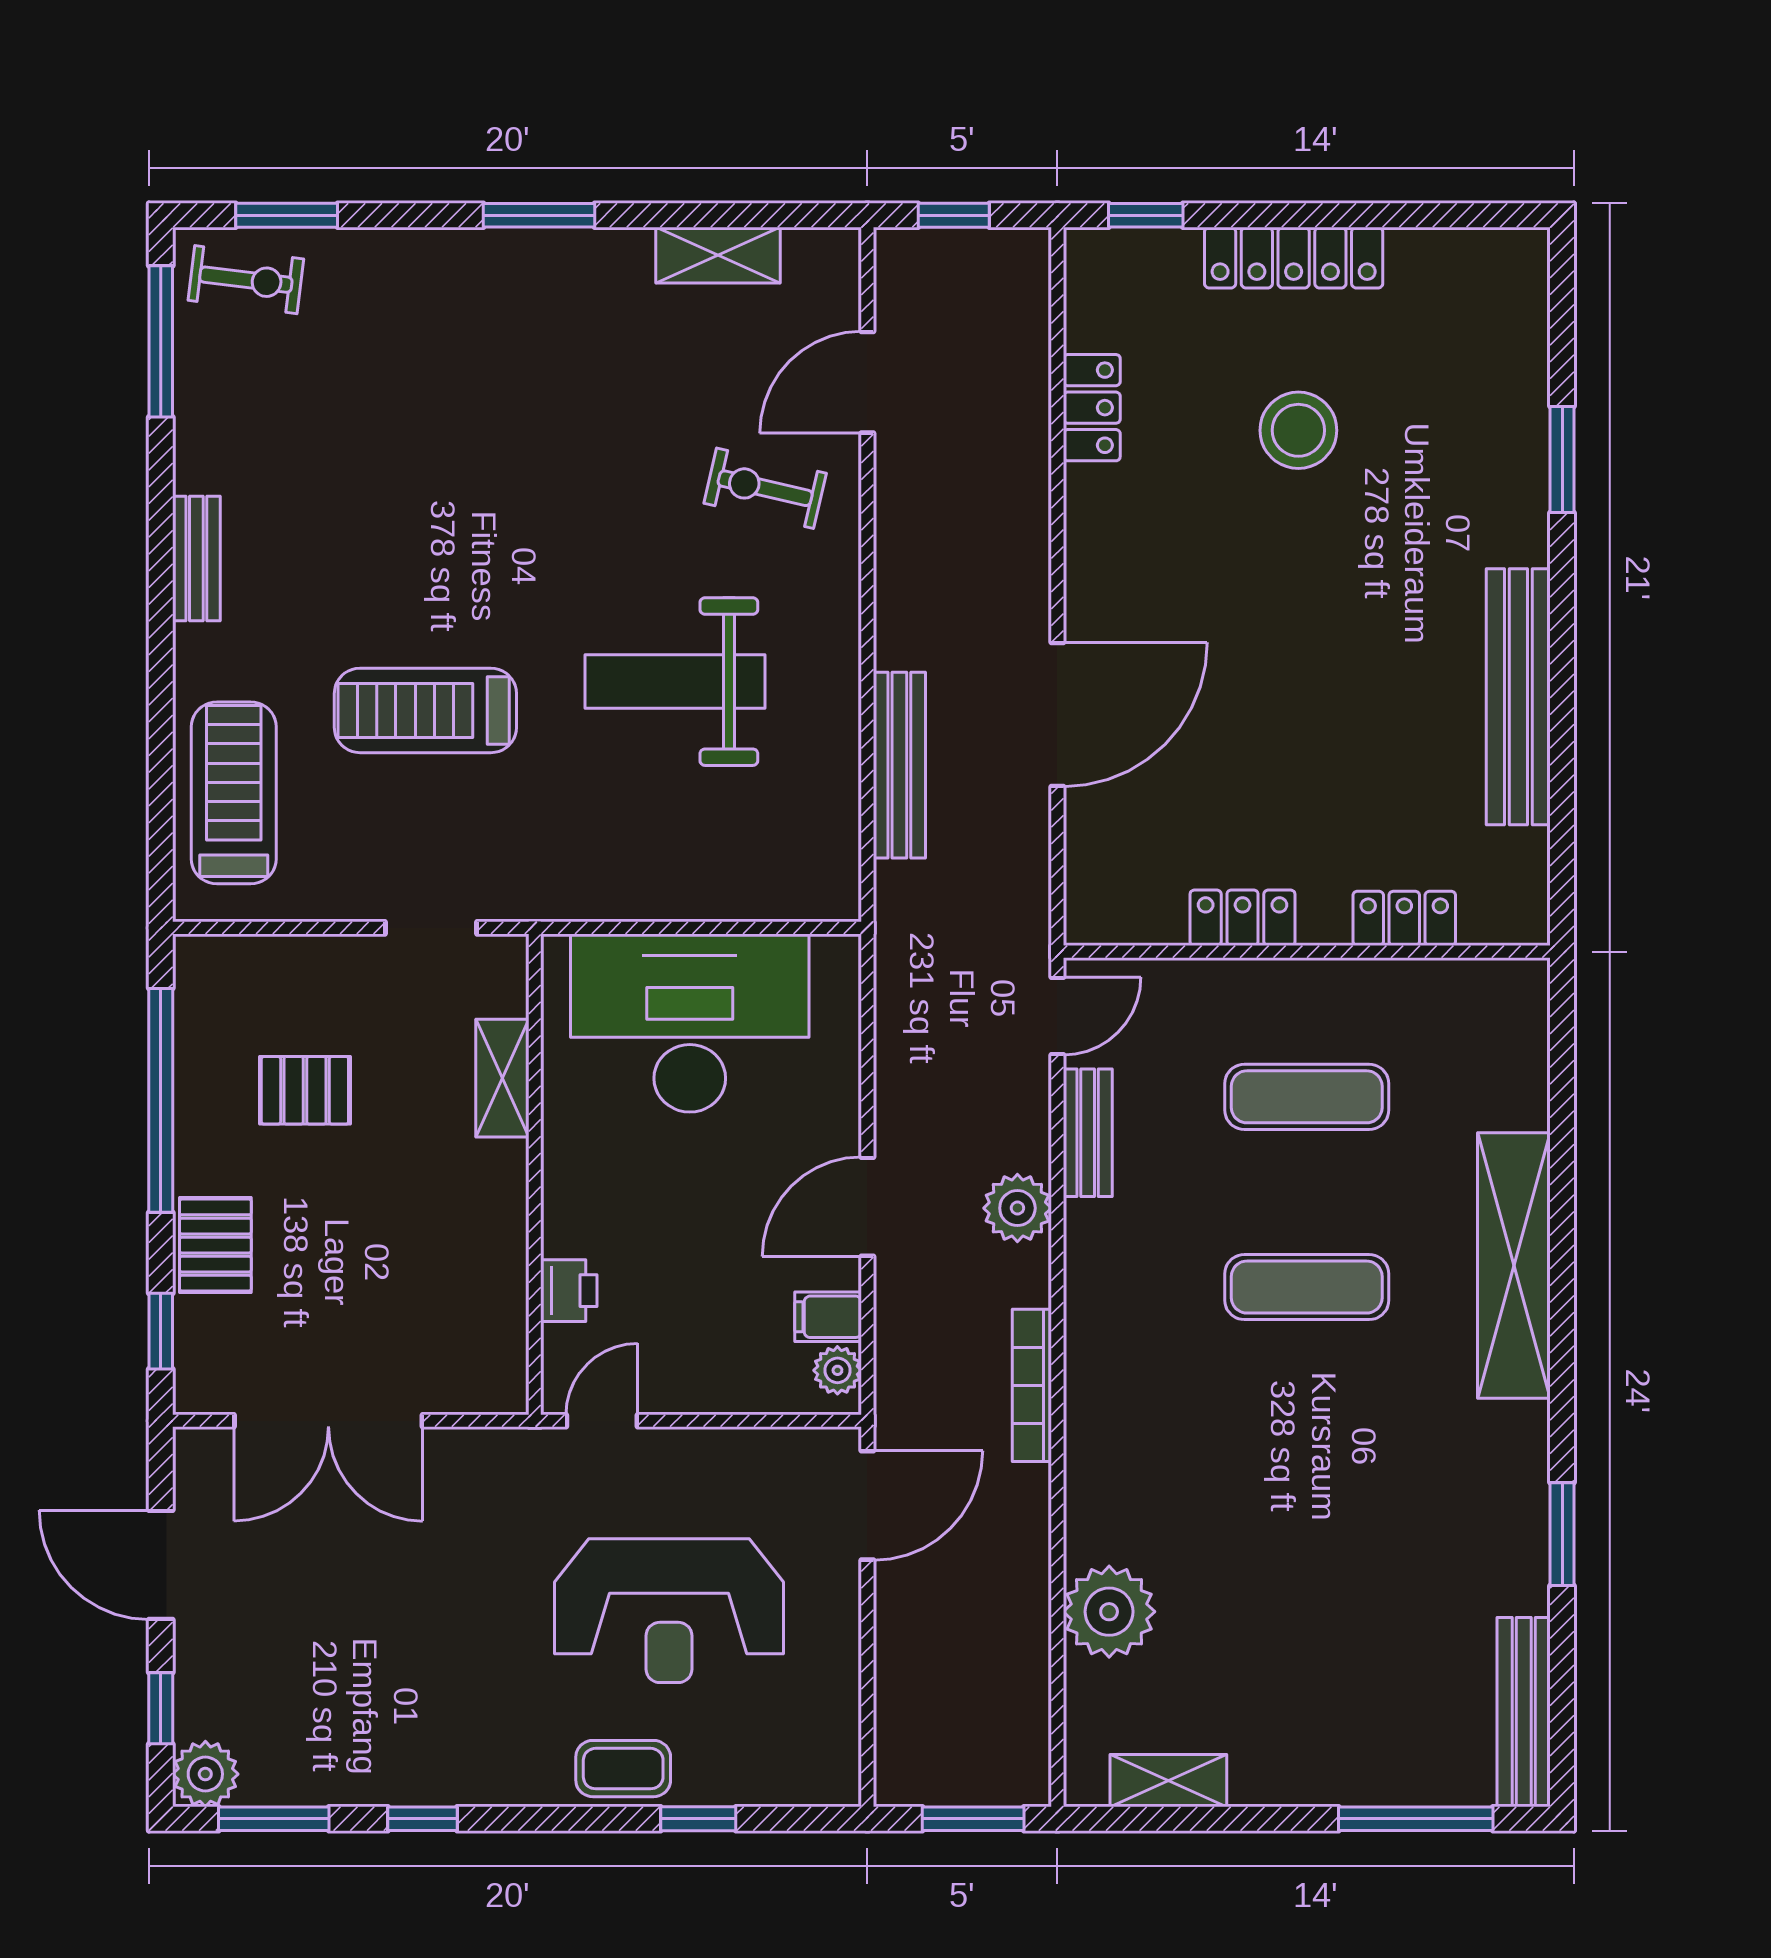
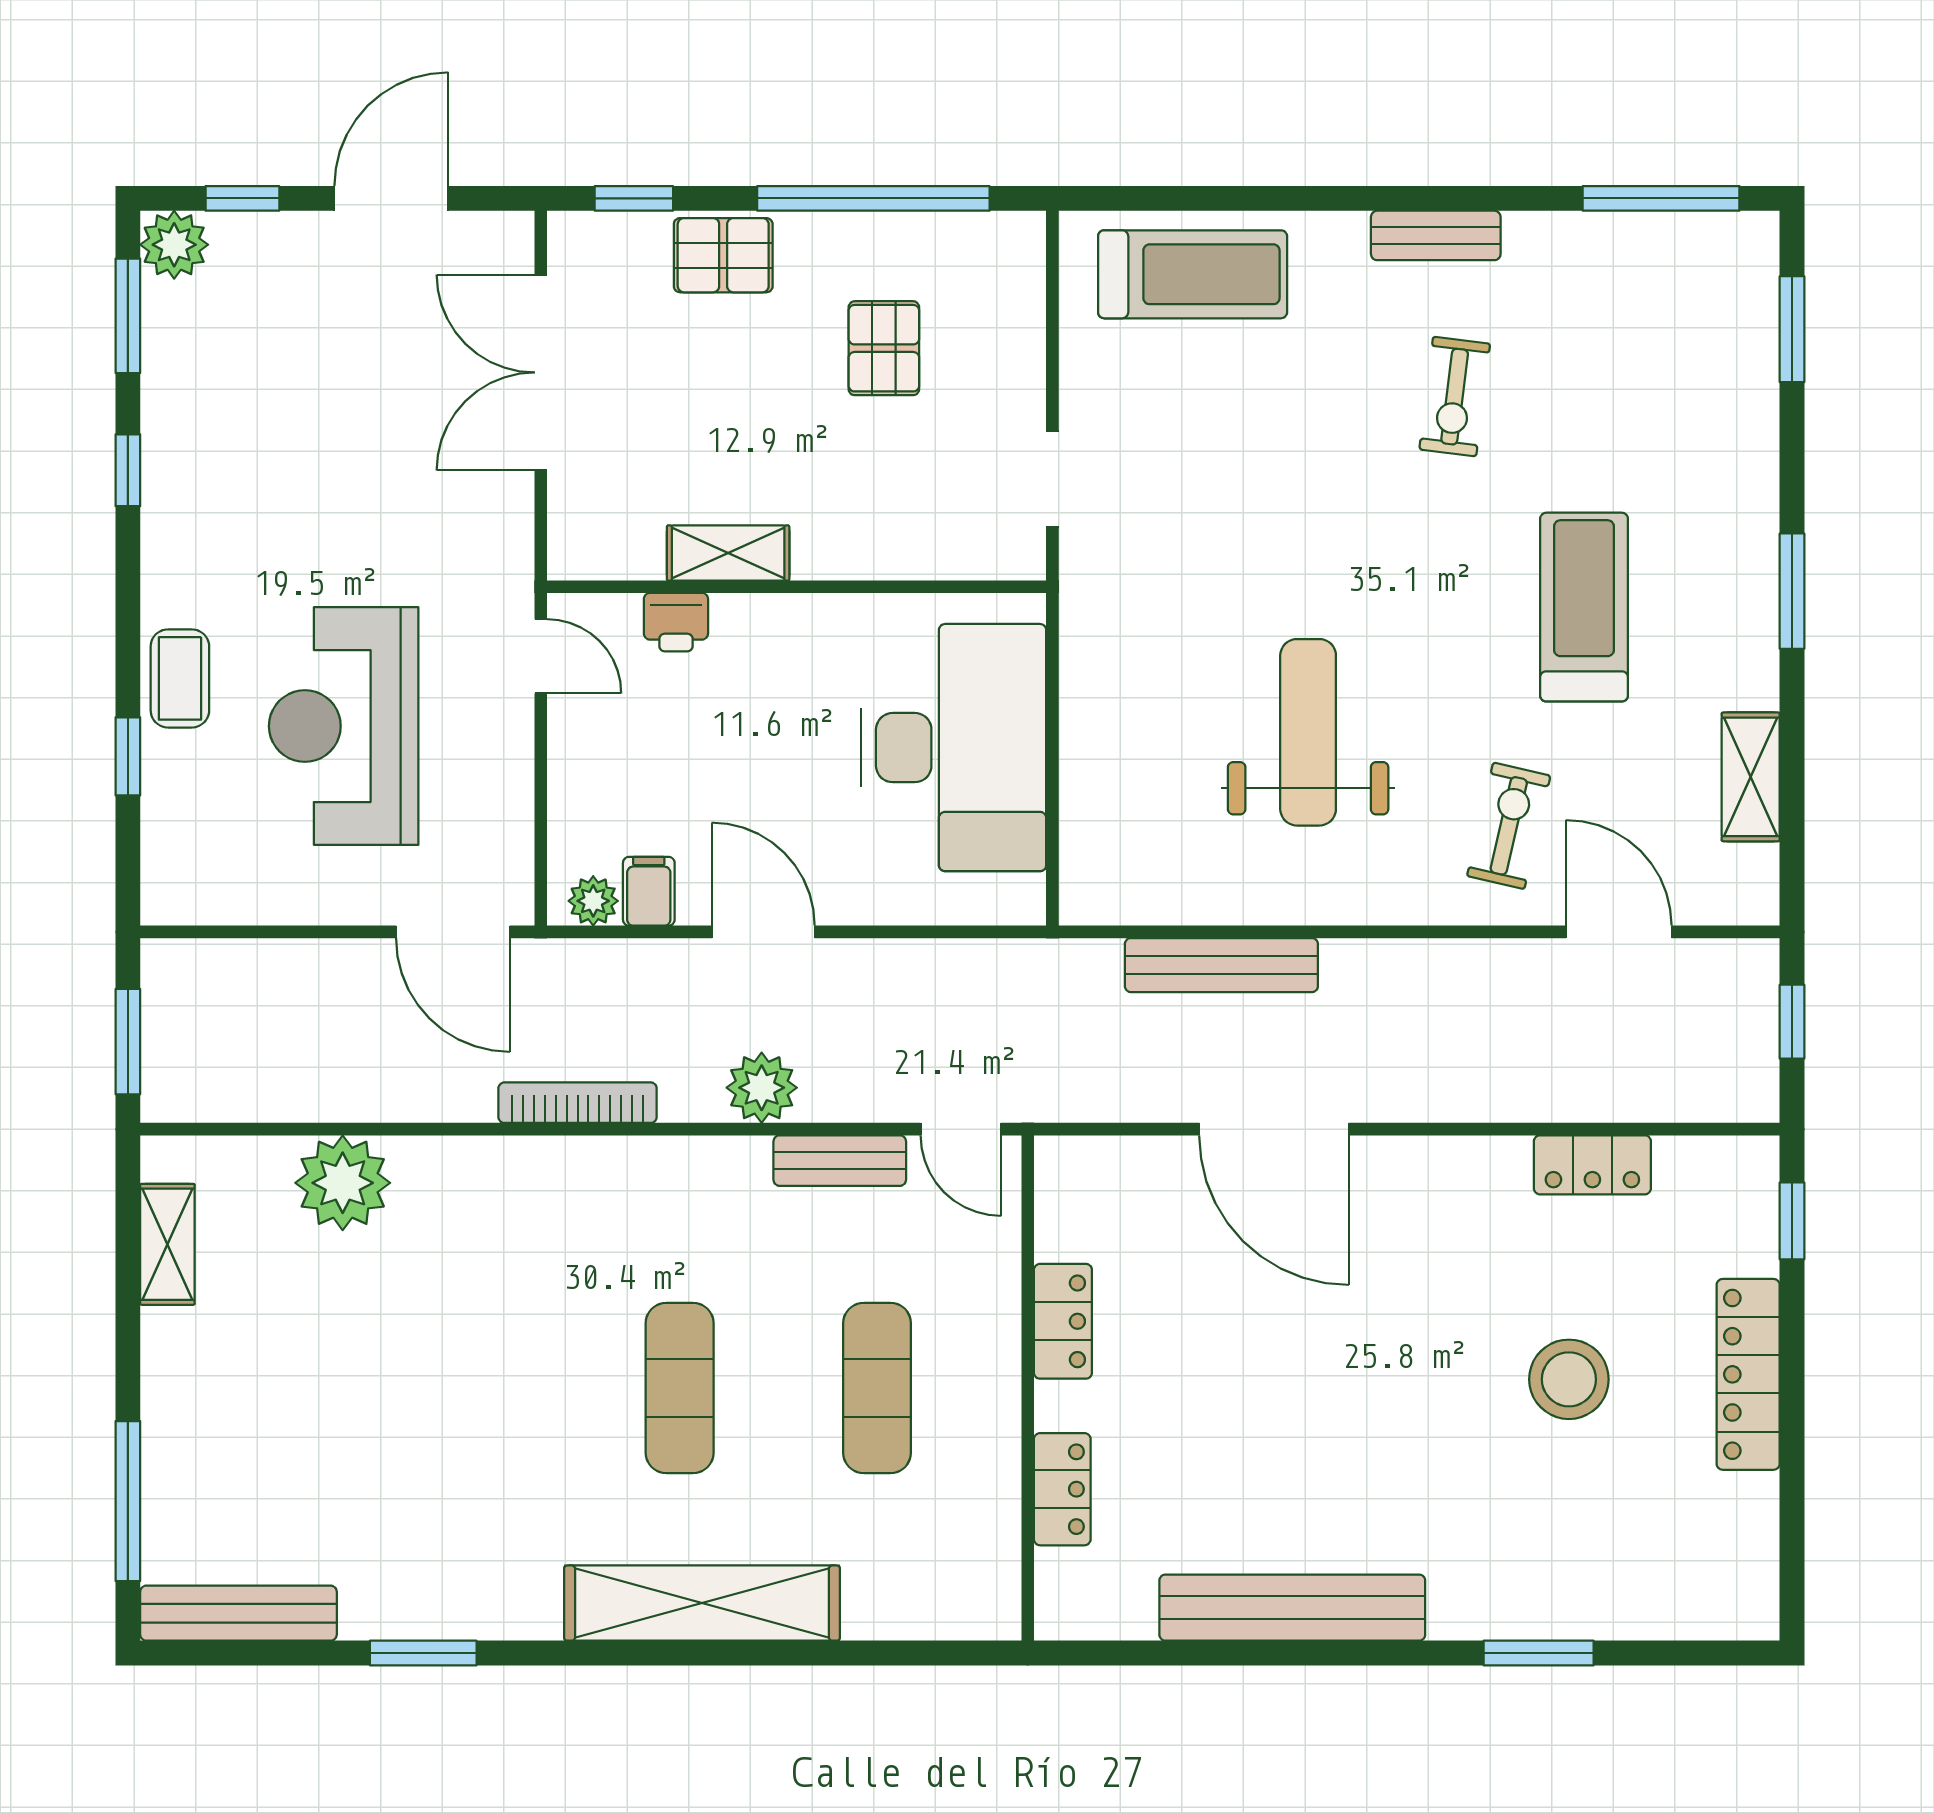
exercise bike: (246, 280) -> (1455, 397), moved
treadmill: (425, 710) -> (1584, 607), moved
shelving: (502, 1078) -> (728, 553), moved

